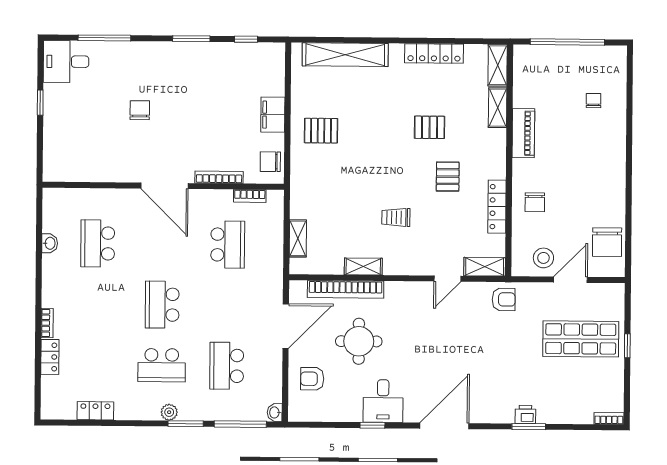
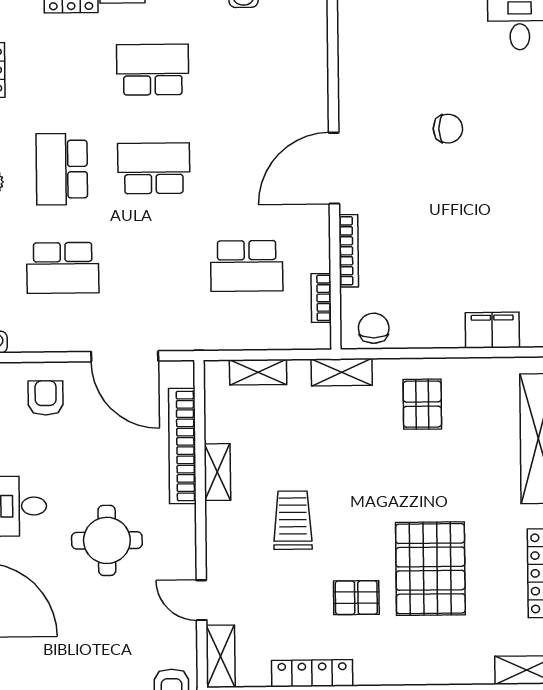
shelving: (498, 108) -> (342, 372), moved
filing cabinet: (273, 115) -> (492, 330), moved
pallet: (430, 127) -> (430, 569), width x2.05, depth x2.00
trolley: (396, 217) -> (293, 520), width x1.36, depth x1.39
school desk: (98, 243) -> (153, 70), moved
round table: (359, 341) -> (107, 540), moved
school desk: (227, 366) -> (63, 268), turned 180

